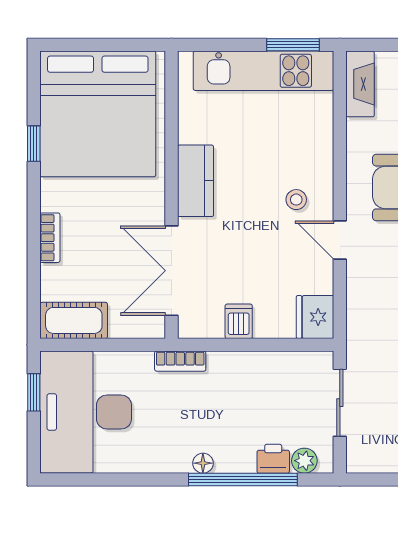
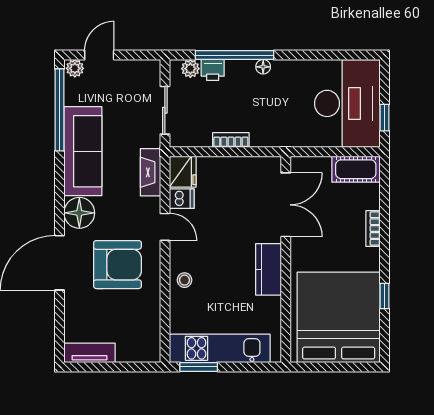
fireplace: (360, 84) -> (150, 172), moved
stool: (296, 200) -> (184, 280), moved
dishwasher: (239, 321) -> (182, 199), moved, turned -90
bookcase: (180, 361) -> (231, 140), moved

